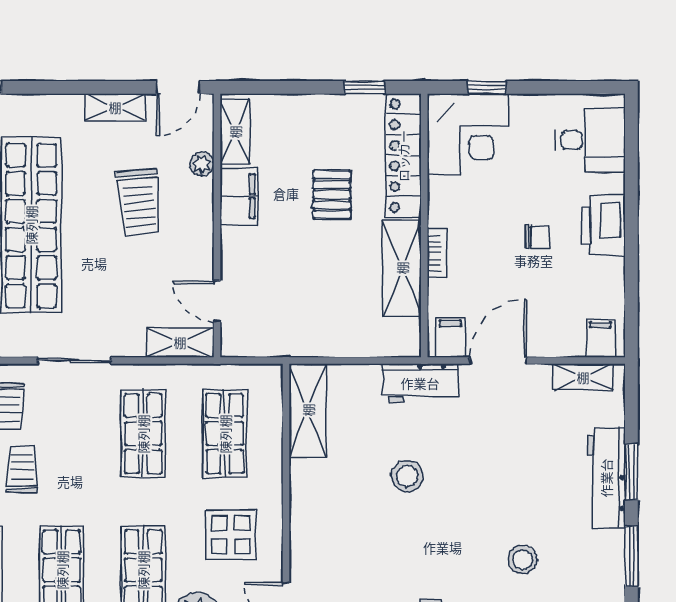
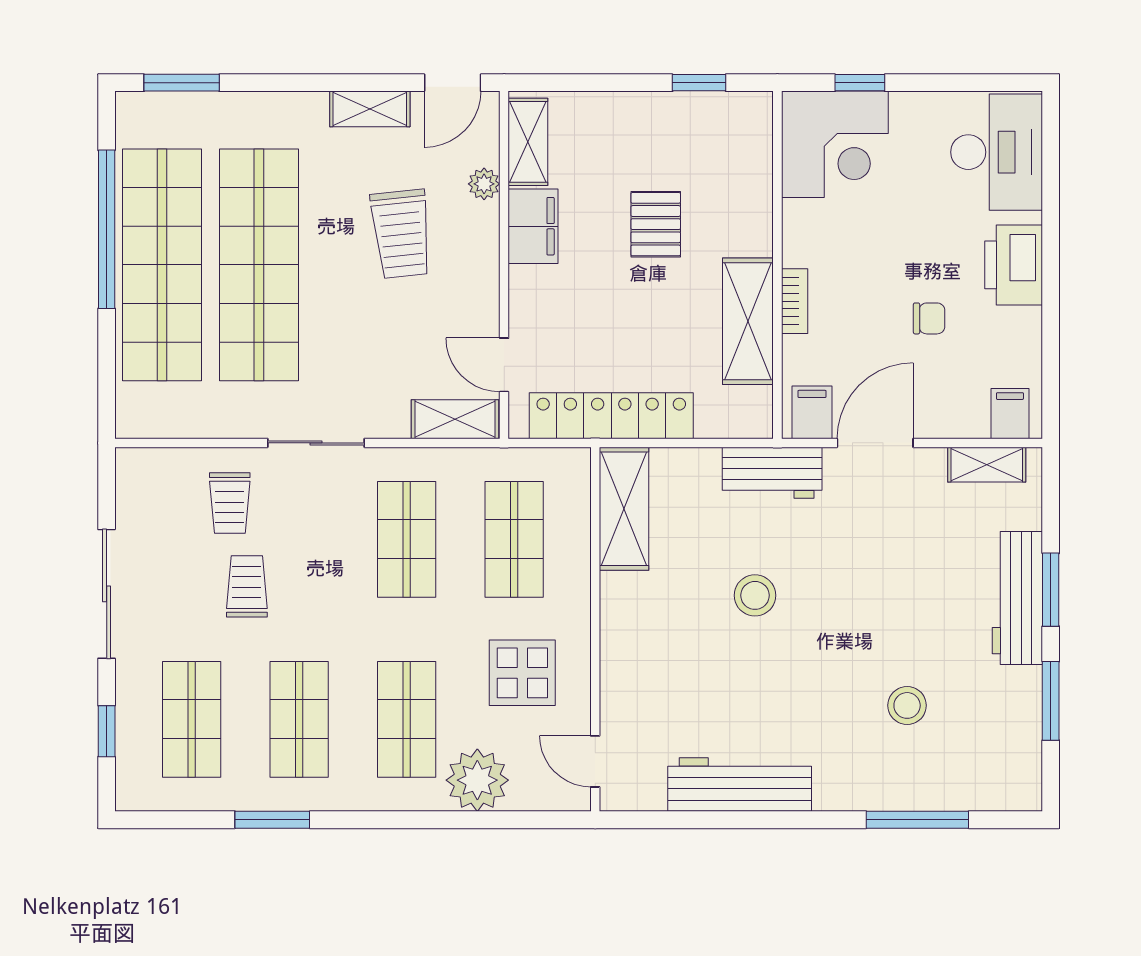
desk: (590, 140) -> (997, 152), width x1.37
locker: (403, 156) -> (611, 416), moved, turned 90
chair: (537, 237) -> (929, 318), moved

